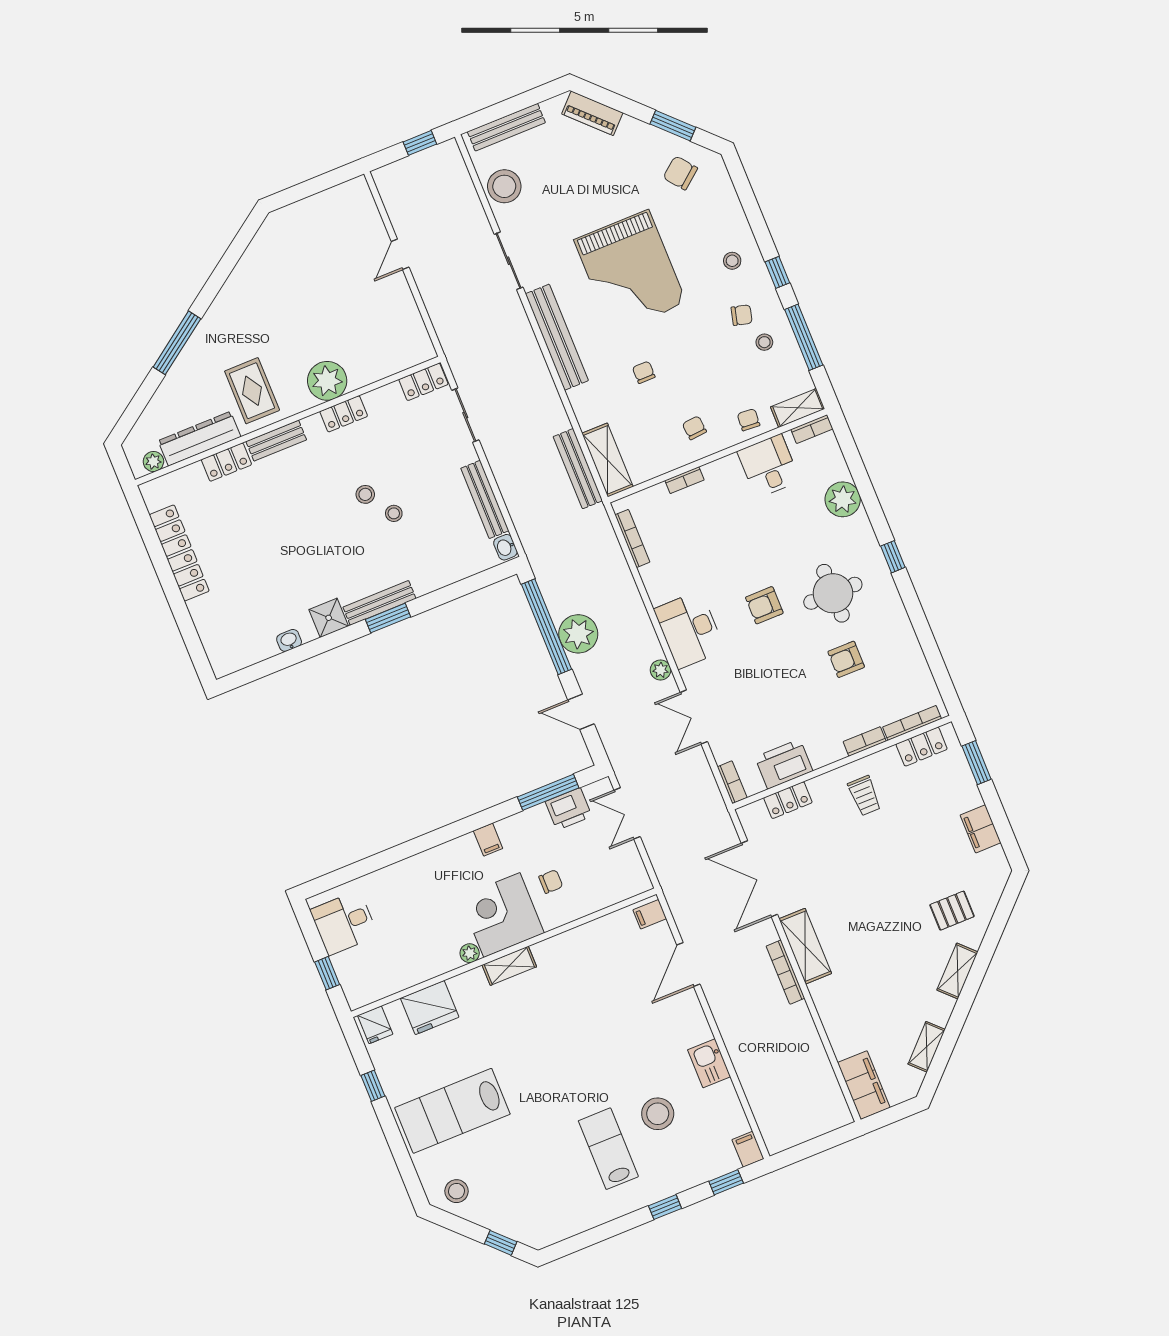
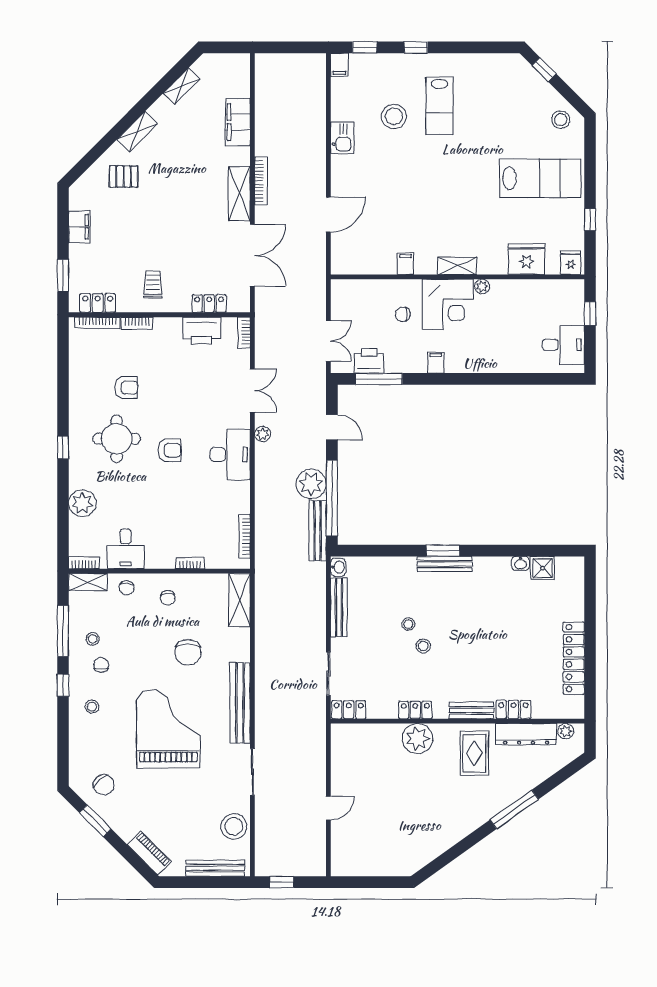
chair: (742, 315) -> (101, 665), turned 76
chair: (644, 372) -> (188, 652), width x1.87, depth x1.87
bench: (578, 469) -> (318, 531), moved
shower: (329, 618) -> (543, 568), moved
filing cabinet: (650, 914) -> (406, 264), moved, turned -90
filing cabinet: (864, 1085) -> (238, 122), moved

